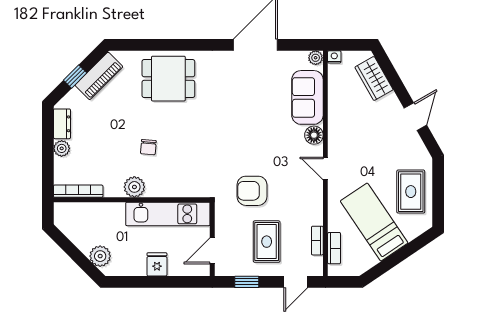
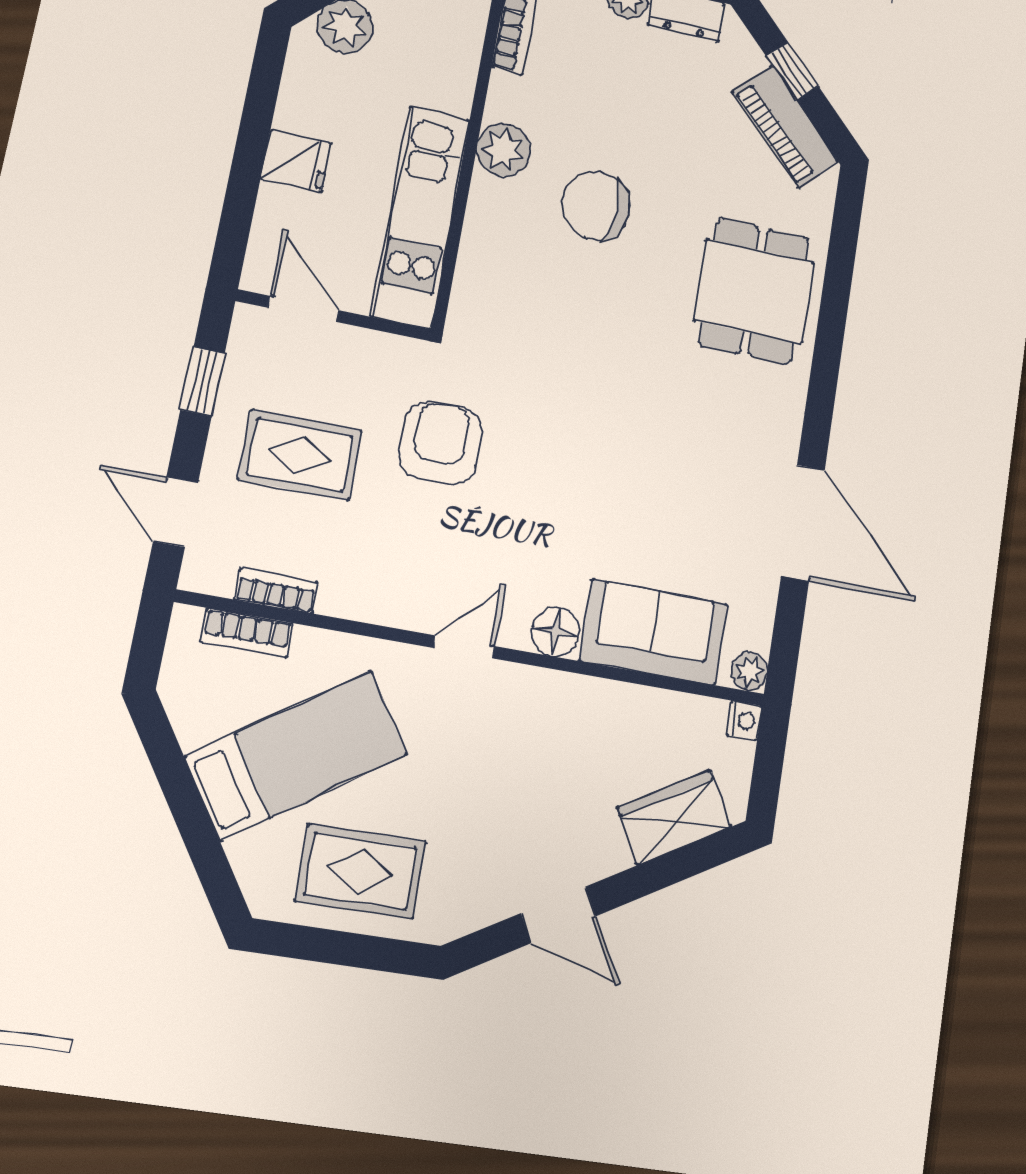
chair: (148, 147) -> (596, 206), width x1.87, depth x1.87

